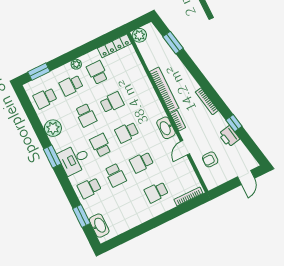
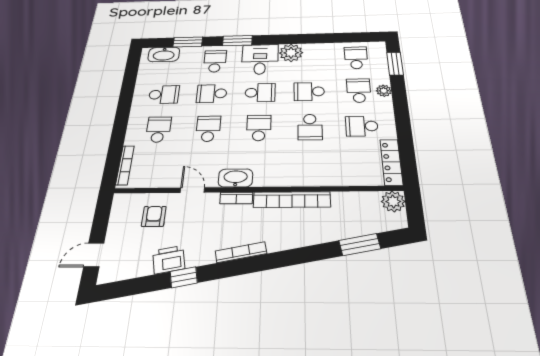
plant: (76, 64) -> (384, 91), moved
school desk: (97, 72) -> (362, 126), turned 180
plant: (53, 128) -> (291, 53), moved
window: (52, 156) -> (237, 41), moved
door: (246, 178) -> (94, 255), hinge flipped
school desk: (130, 205) -> (164, 95), added

